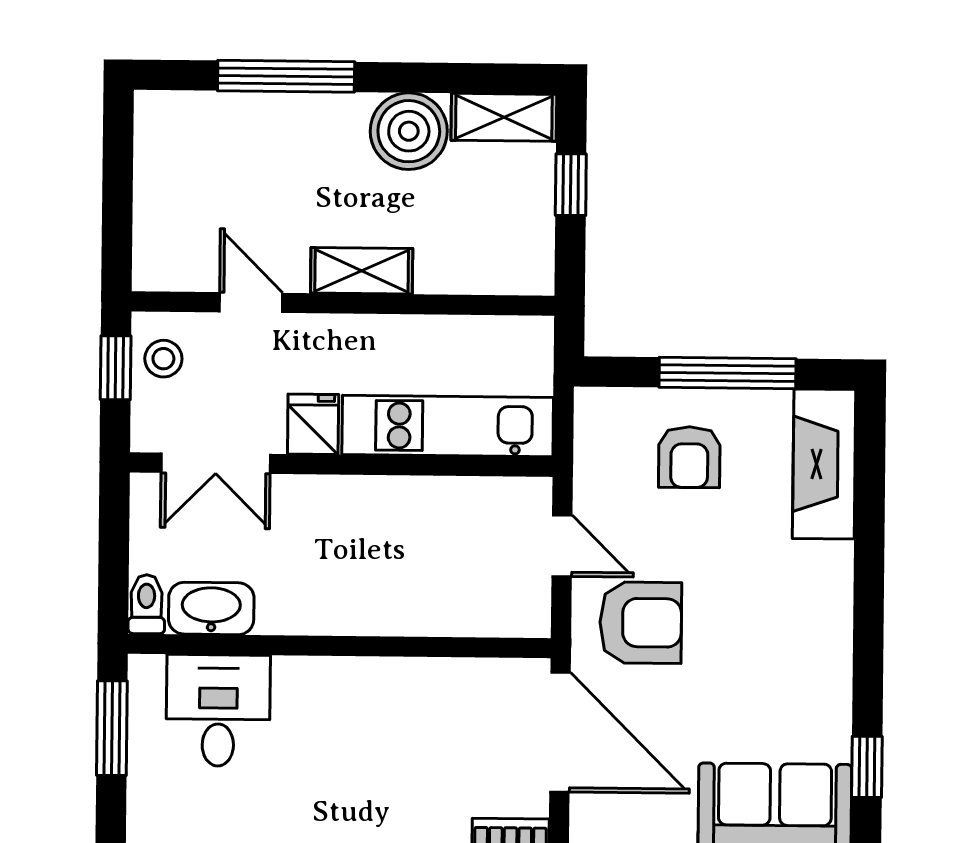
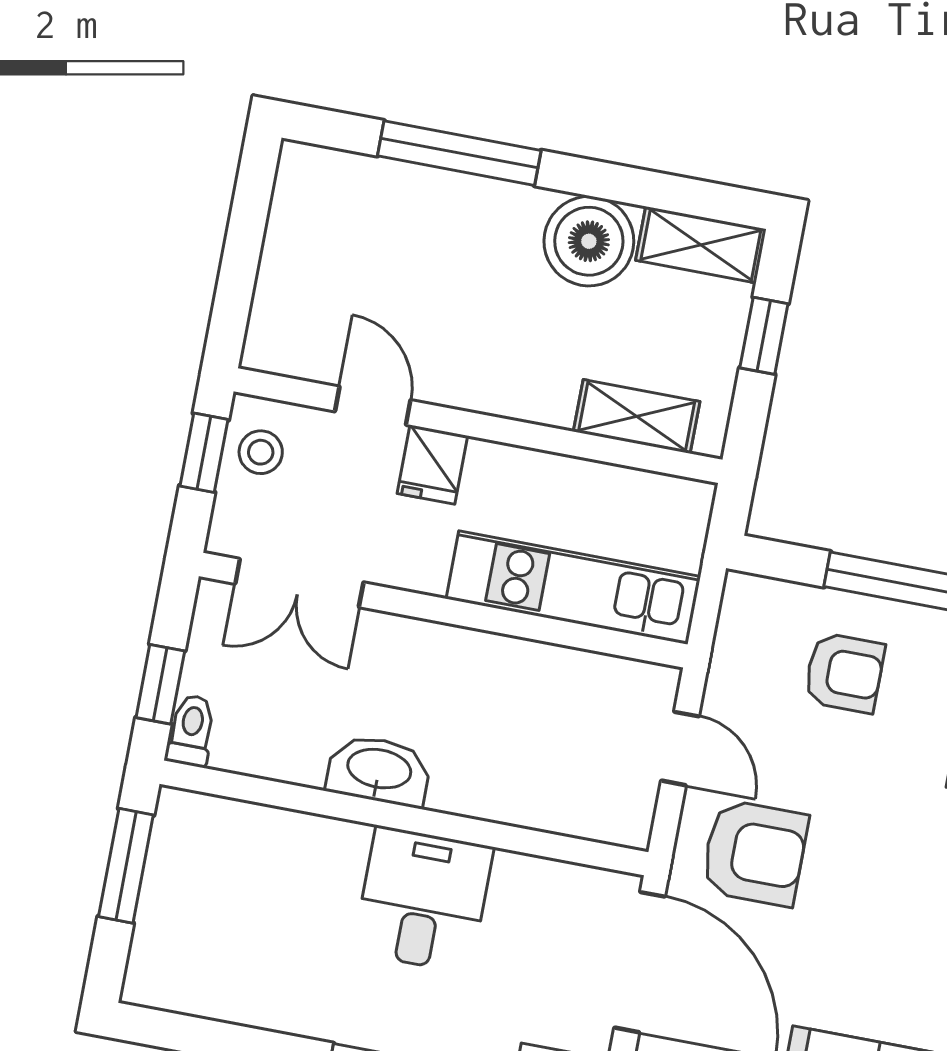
shelving: (362, 271) -> (637, 416), moved
fridge: (313, 424) -> (432, 465), moved, turned 180
armchair: (689, 457) -> (844, 673), turned -90
window: (114, 570) -> (160, 684), added
washbasin: (211, 608) -> (379, 770), moved
desk: (218, 710) -> (423, 900), moved

